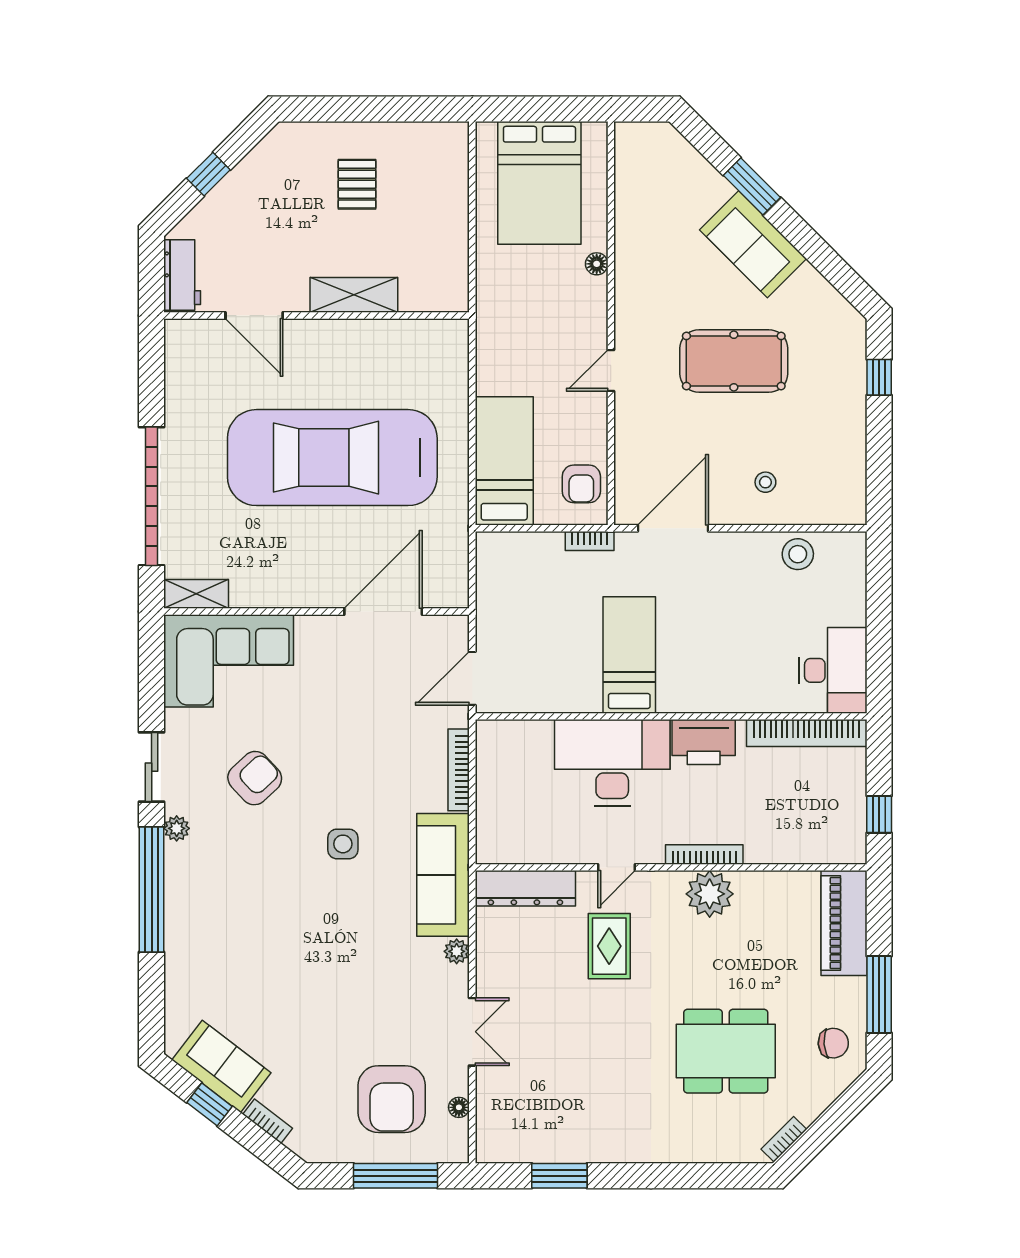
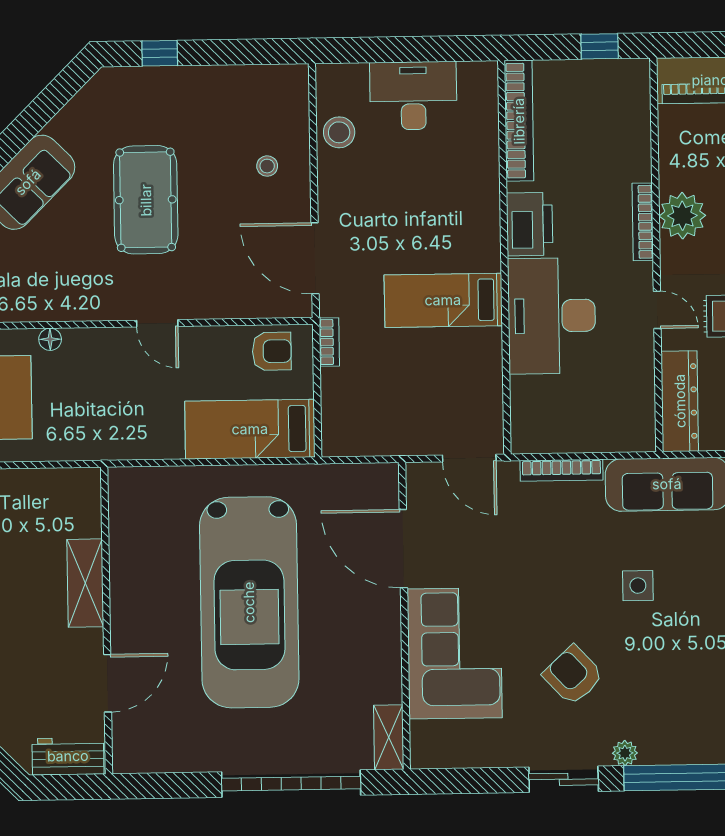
corner sofa: (229, 661) -> (455, 653), moved
desk: (833, 670) -> (413, 96), moved

